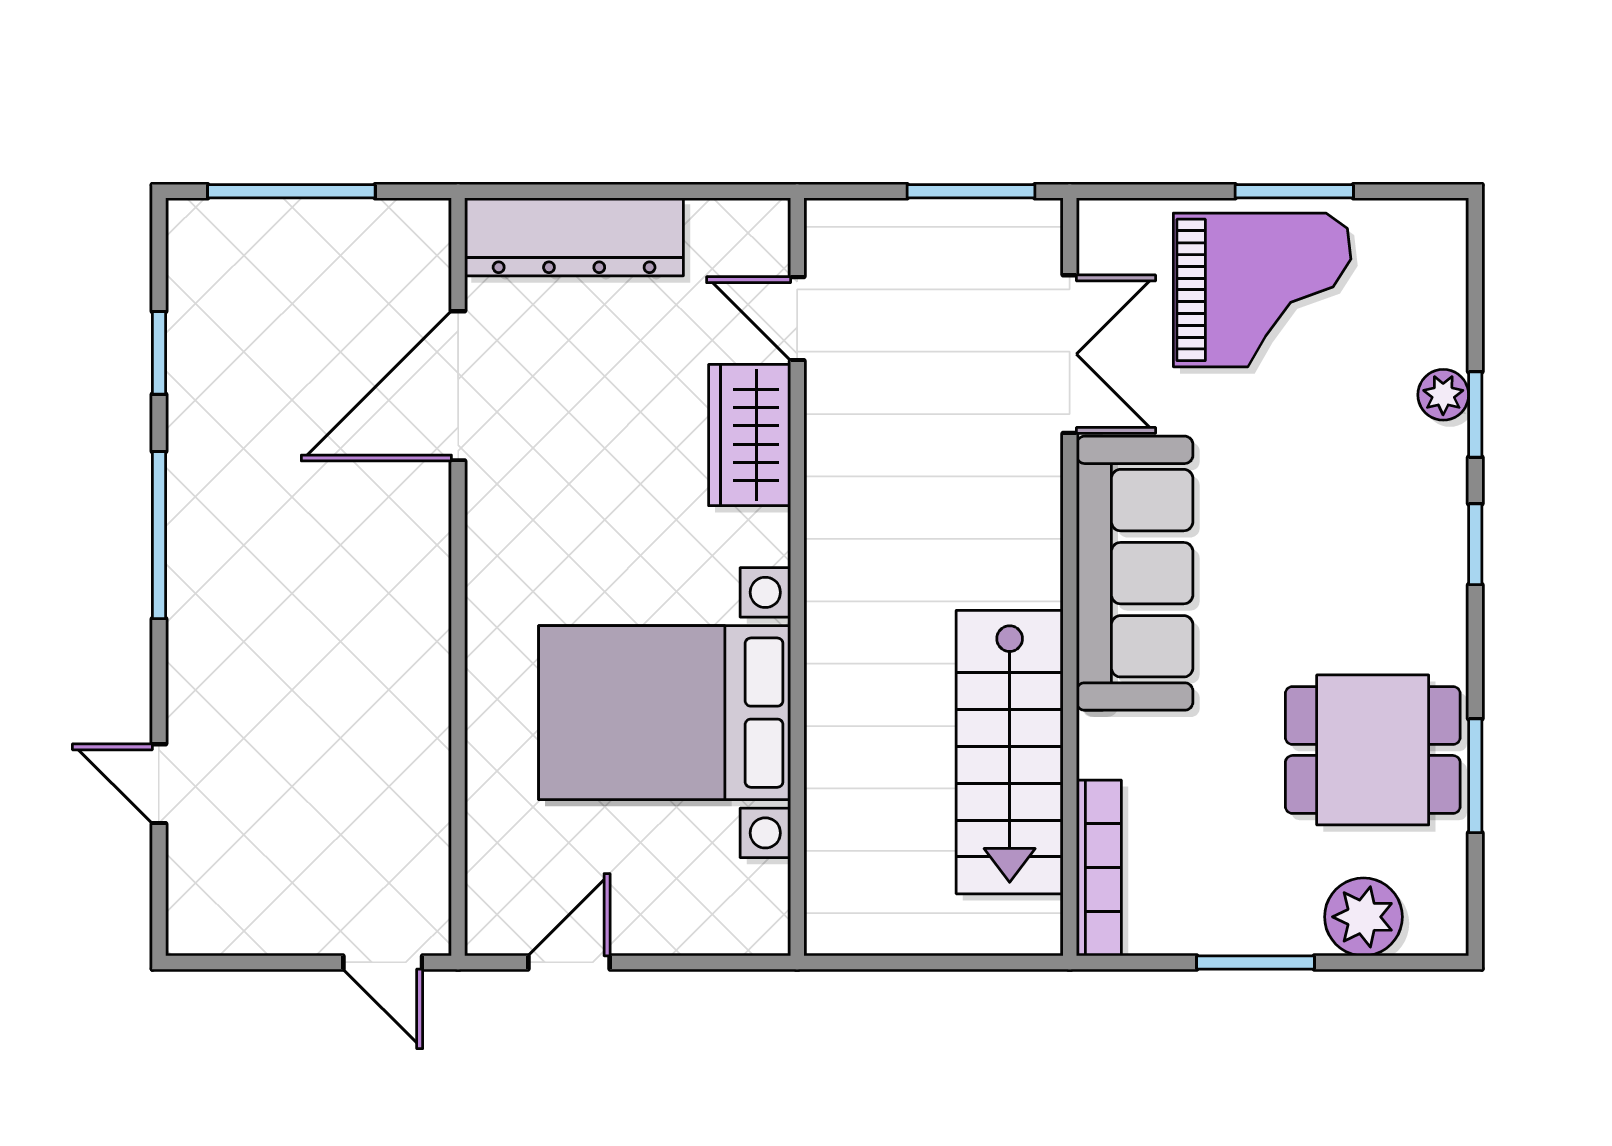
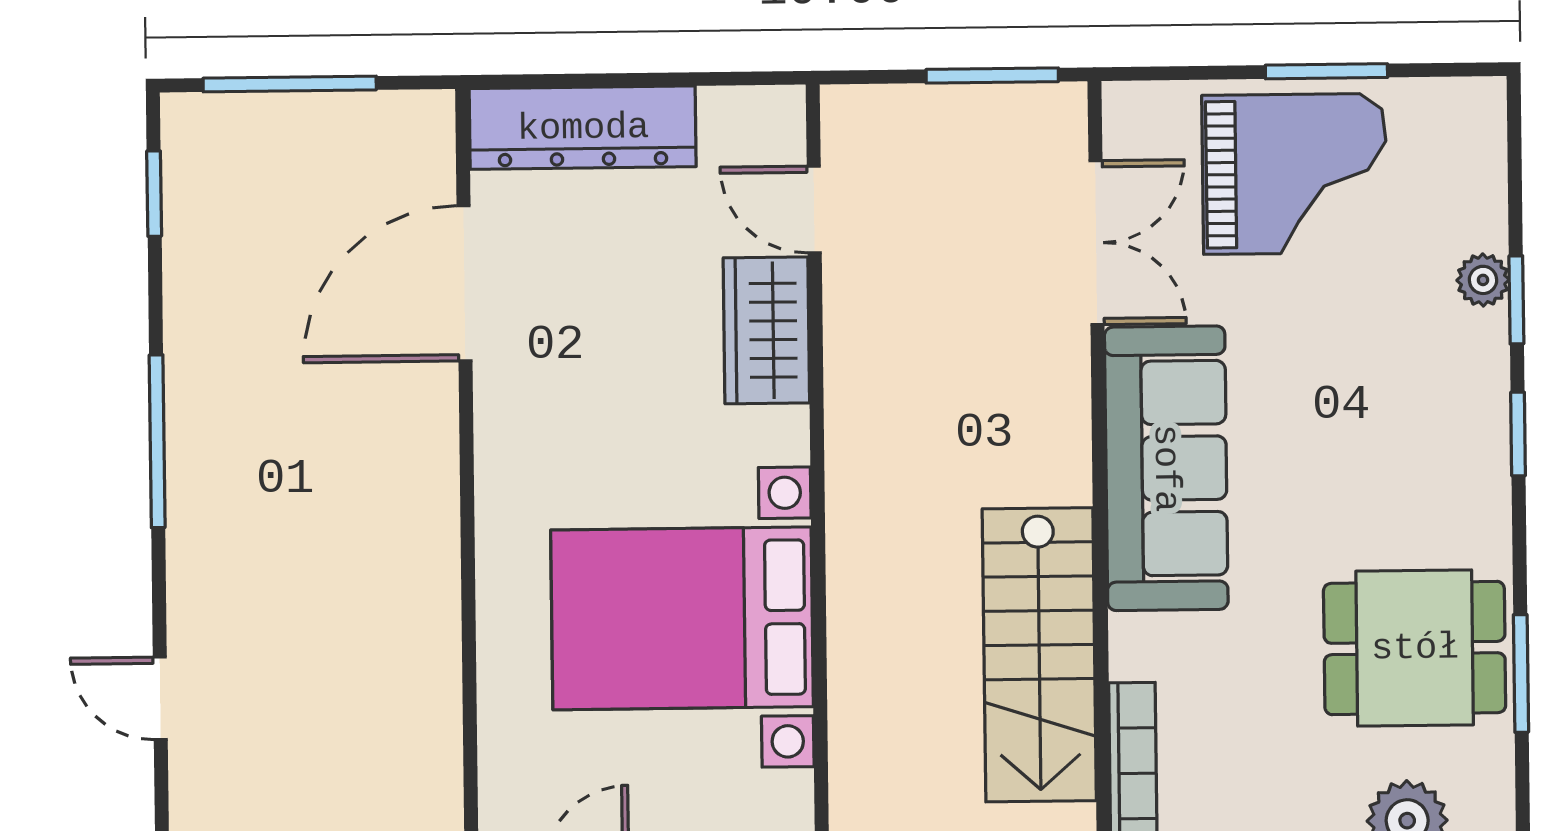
window: (159, 353) -> (154, 194), moved

